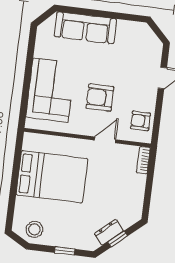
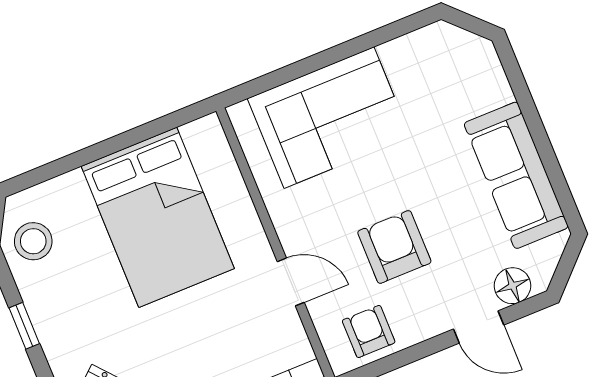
sofa: (85, 28) -> (516, 175), moved
floor lamp: (154, 56) -> (512, 286), added
armchair: (100, 97) -> (394, 247), moved

